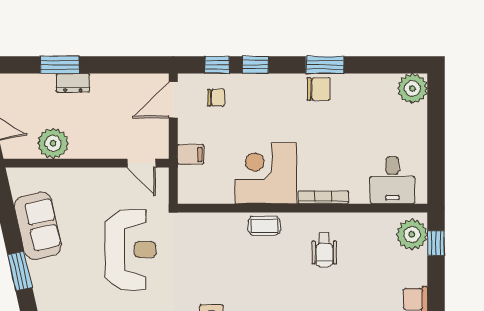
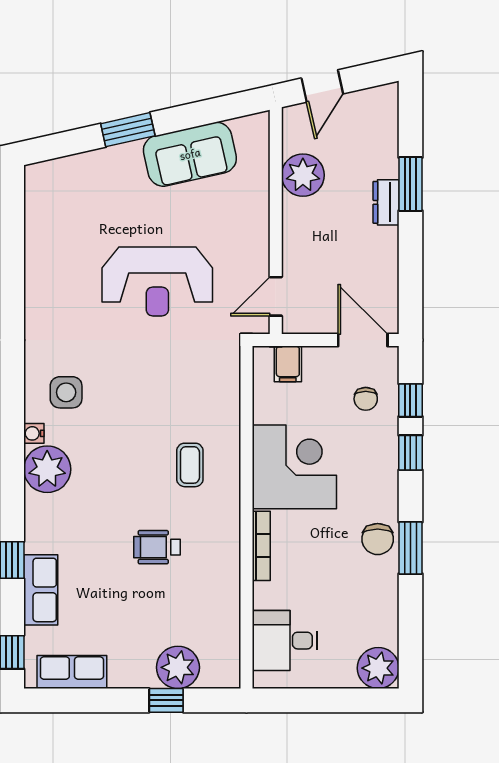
corner desk: (266, 173) -> (294, 467), moved
desk: (392, 180) -> (285, 641), moved
bookcase: (323, 197) -> (261, 546), moved
wall: (302, 208) -> (246, 517), moved

